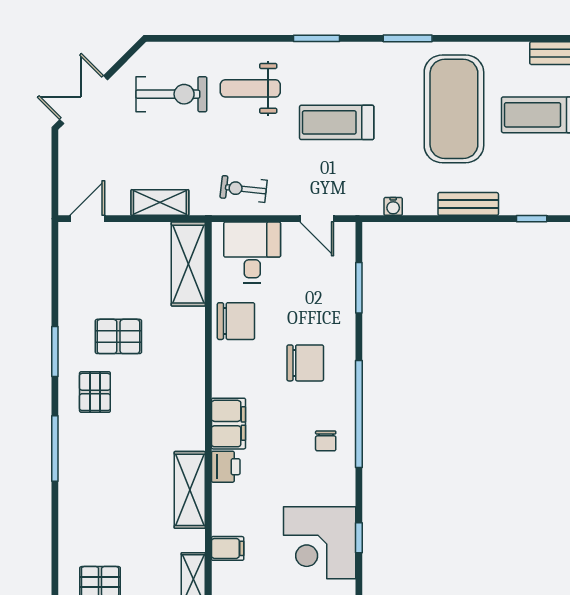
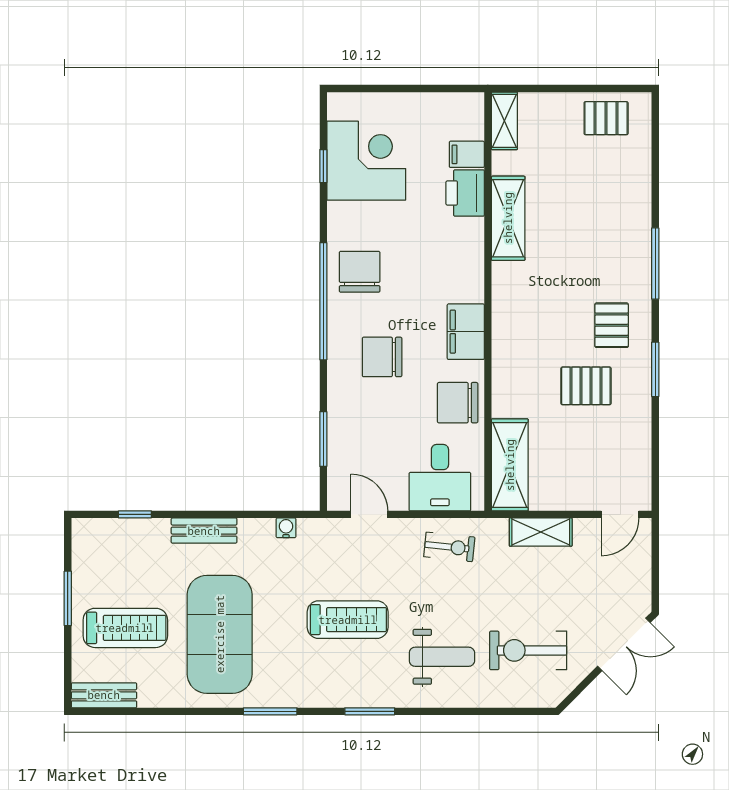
filing cabinet: (228, 424) -> (466, 332), moved
chair: (326, 441) -> (360, 272), width x1.87, depth x1.87
printer: (226, 467) -> (465, 193), moved, width x1.36, depth x1.24

